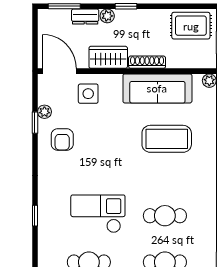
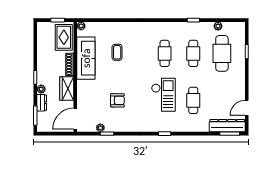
rug: (191, 26) -> (64, 37), moved
side table: (88, 94) -> (89, 101), removed
coffee table: (167, 139) -> (117, 52), width x0.54, depth x0.58
armchair: (62, 140) -> (117, 100), moved
checkout: (98, 214) -> (163, 95), turned 180

